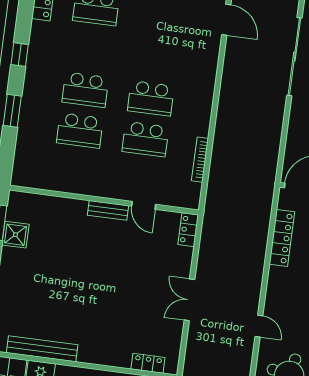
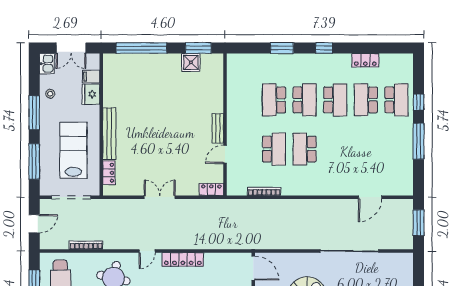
school desk: (91, 49) -> (335, 100), added
school desk: (85, 90) -> (305, 100), turned 180
school desk: (145, 139) -> (274, 149), turned 180
locker: (282, 238) -> (183, 259), moved
bench: (42, 349) -> (109, 134), moved

